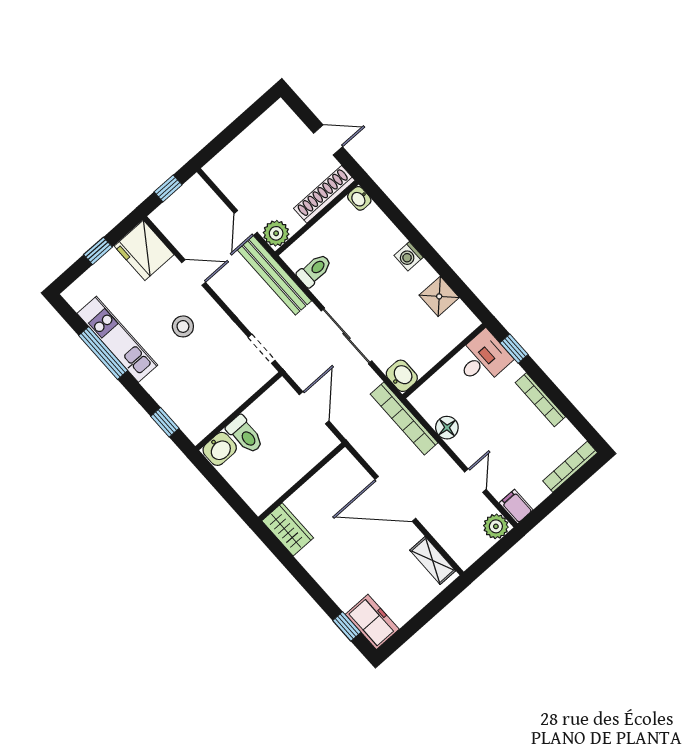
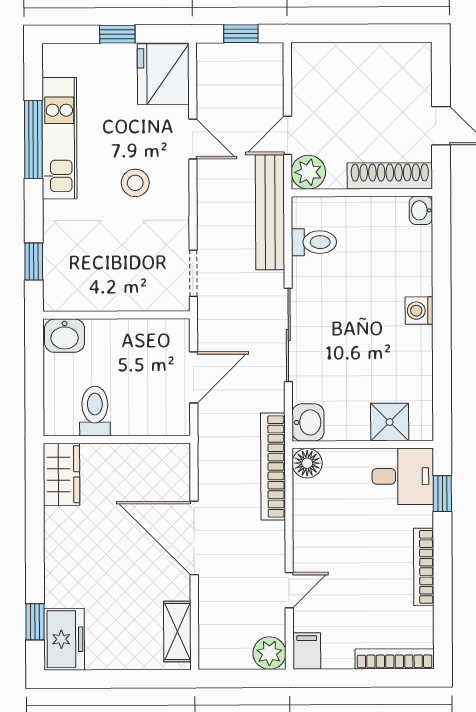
shower: (439, 296) -> (390, 422), moved
floor lamp: (447, 428) -> (307, 463), moved
toilet: (245, 435) -> (95, 411), moved, turned 180

